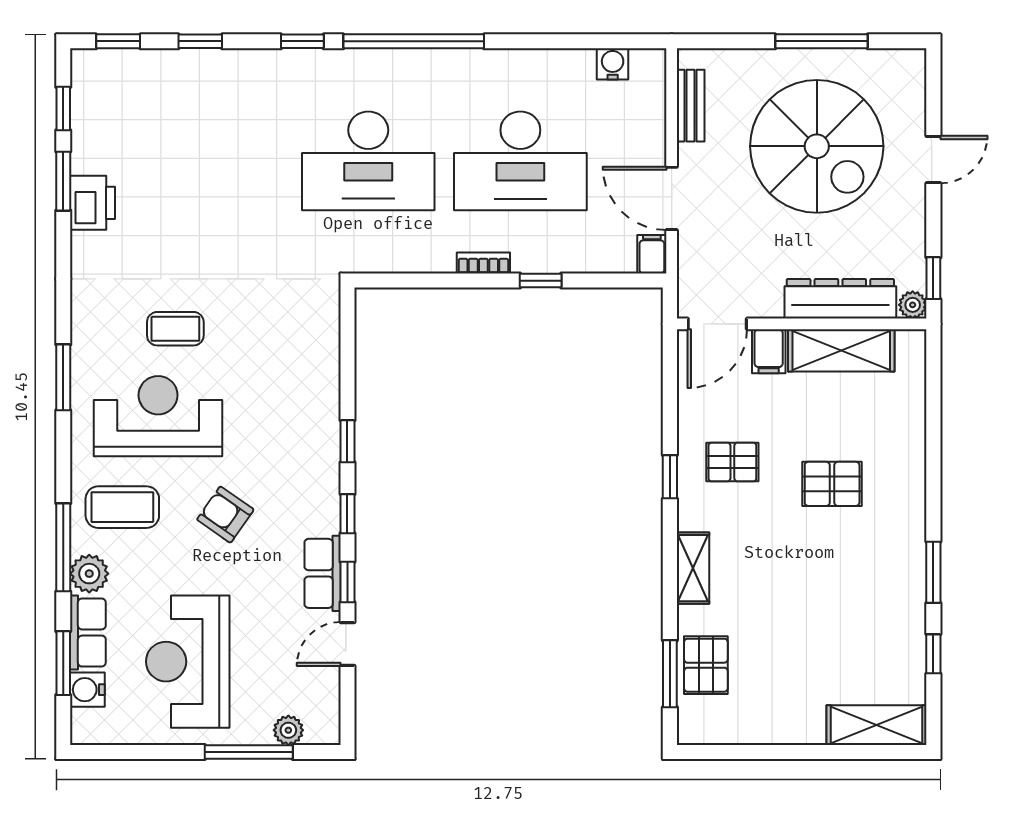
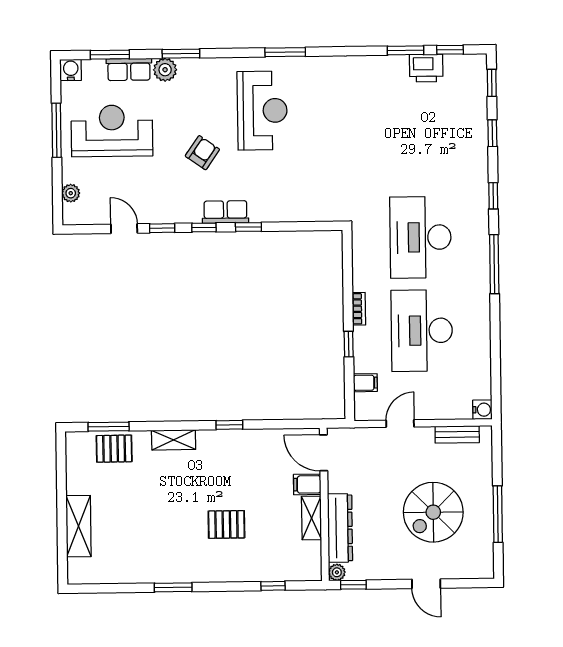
window: (414, 41) -> (494, 264), width x0.68
water cooler: (613, 64) -> (482, 410), moved
spiral stairs: (817, 146) -> (433, 512), width x0.73, depth x0.73
door: (672, 198) -> (400, 424), width x0.73
printer: (93, 203) -> (426, 68), moved
filing cabinet: (652, 254) -> (365, 383), moved
coffee table: (175, 329) -> (316, 120), removed
shelving: (841, 350) -> (312, 518), width x0.67, depth x0.75
pallet: (732, 462) -> (239, 463), removed
pallet: (832, 484) -> (226, 524), turned 90
coffee table: (122, 507) -> (206, 89), removed
window: (63, 547) -> (181, 54), width x0.69
row of seats: (323, 573) -> (225, 212), moved
window: (933, 654) -> (273, 586), moved
water cooler: (87, 690) -> (71, 70), moved
shelving: (877, 725) -> (79, 526), moved
window: (249, 752) -> (57, 130), moved

